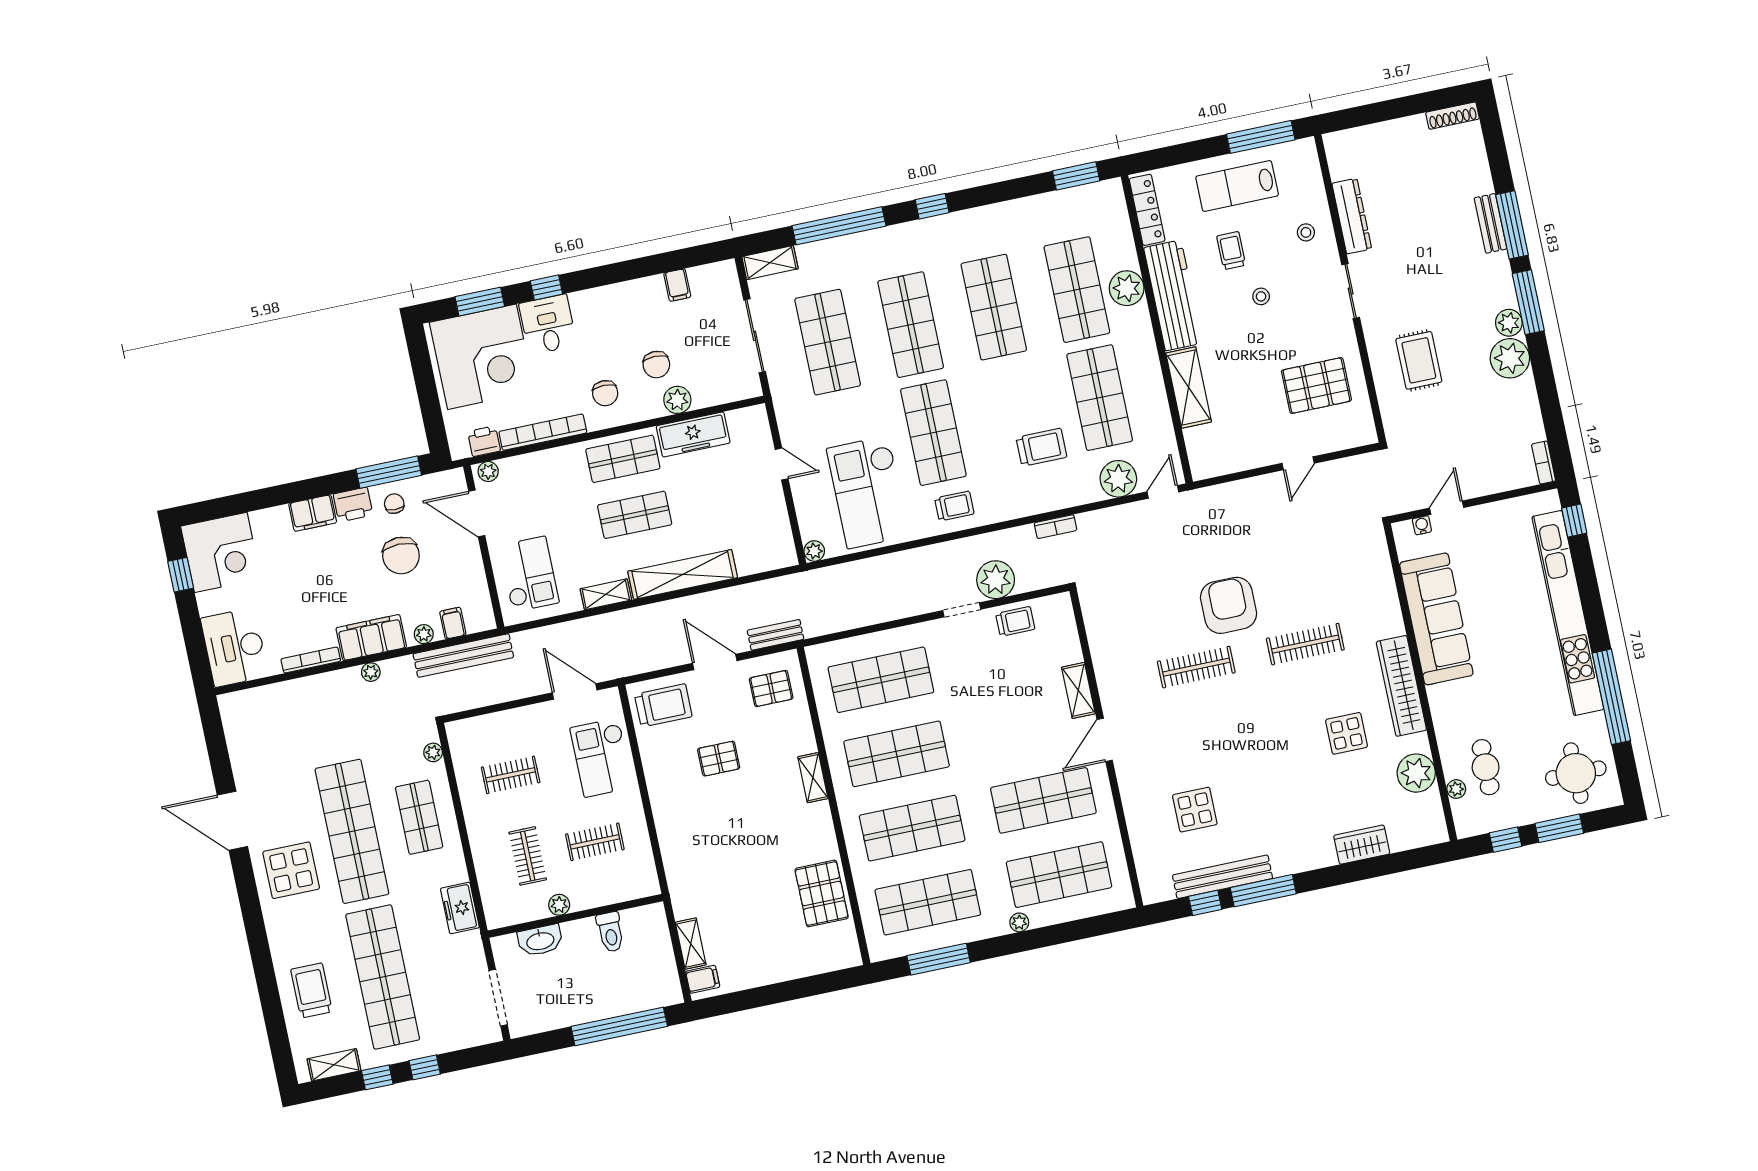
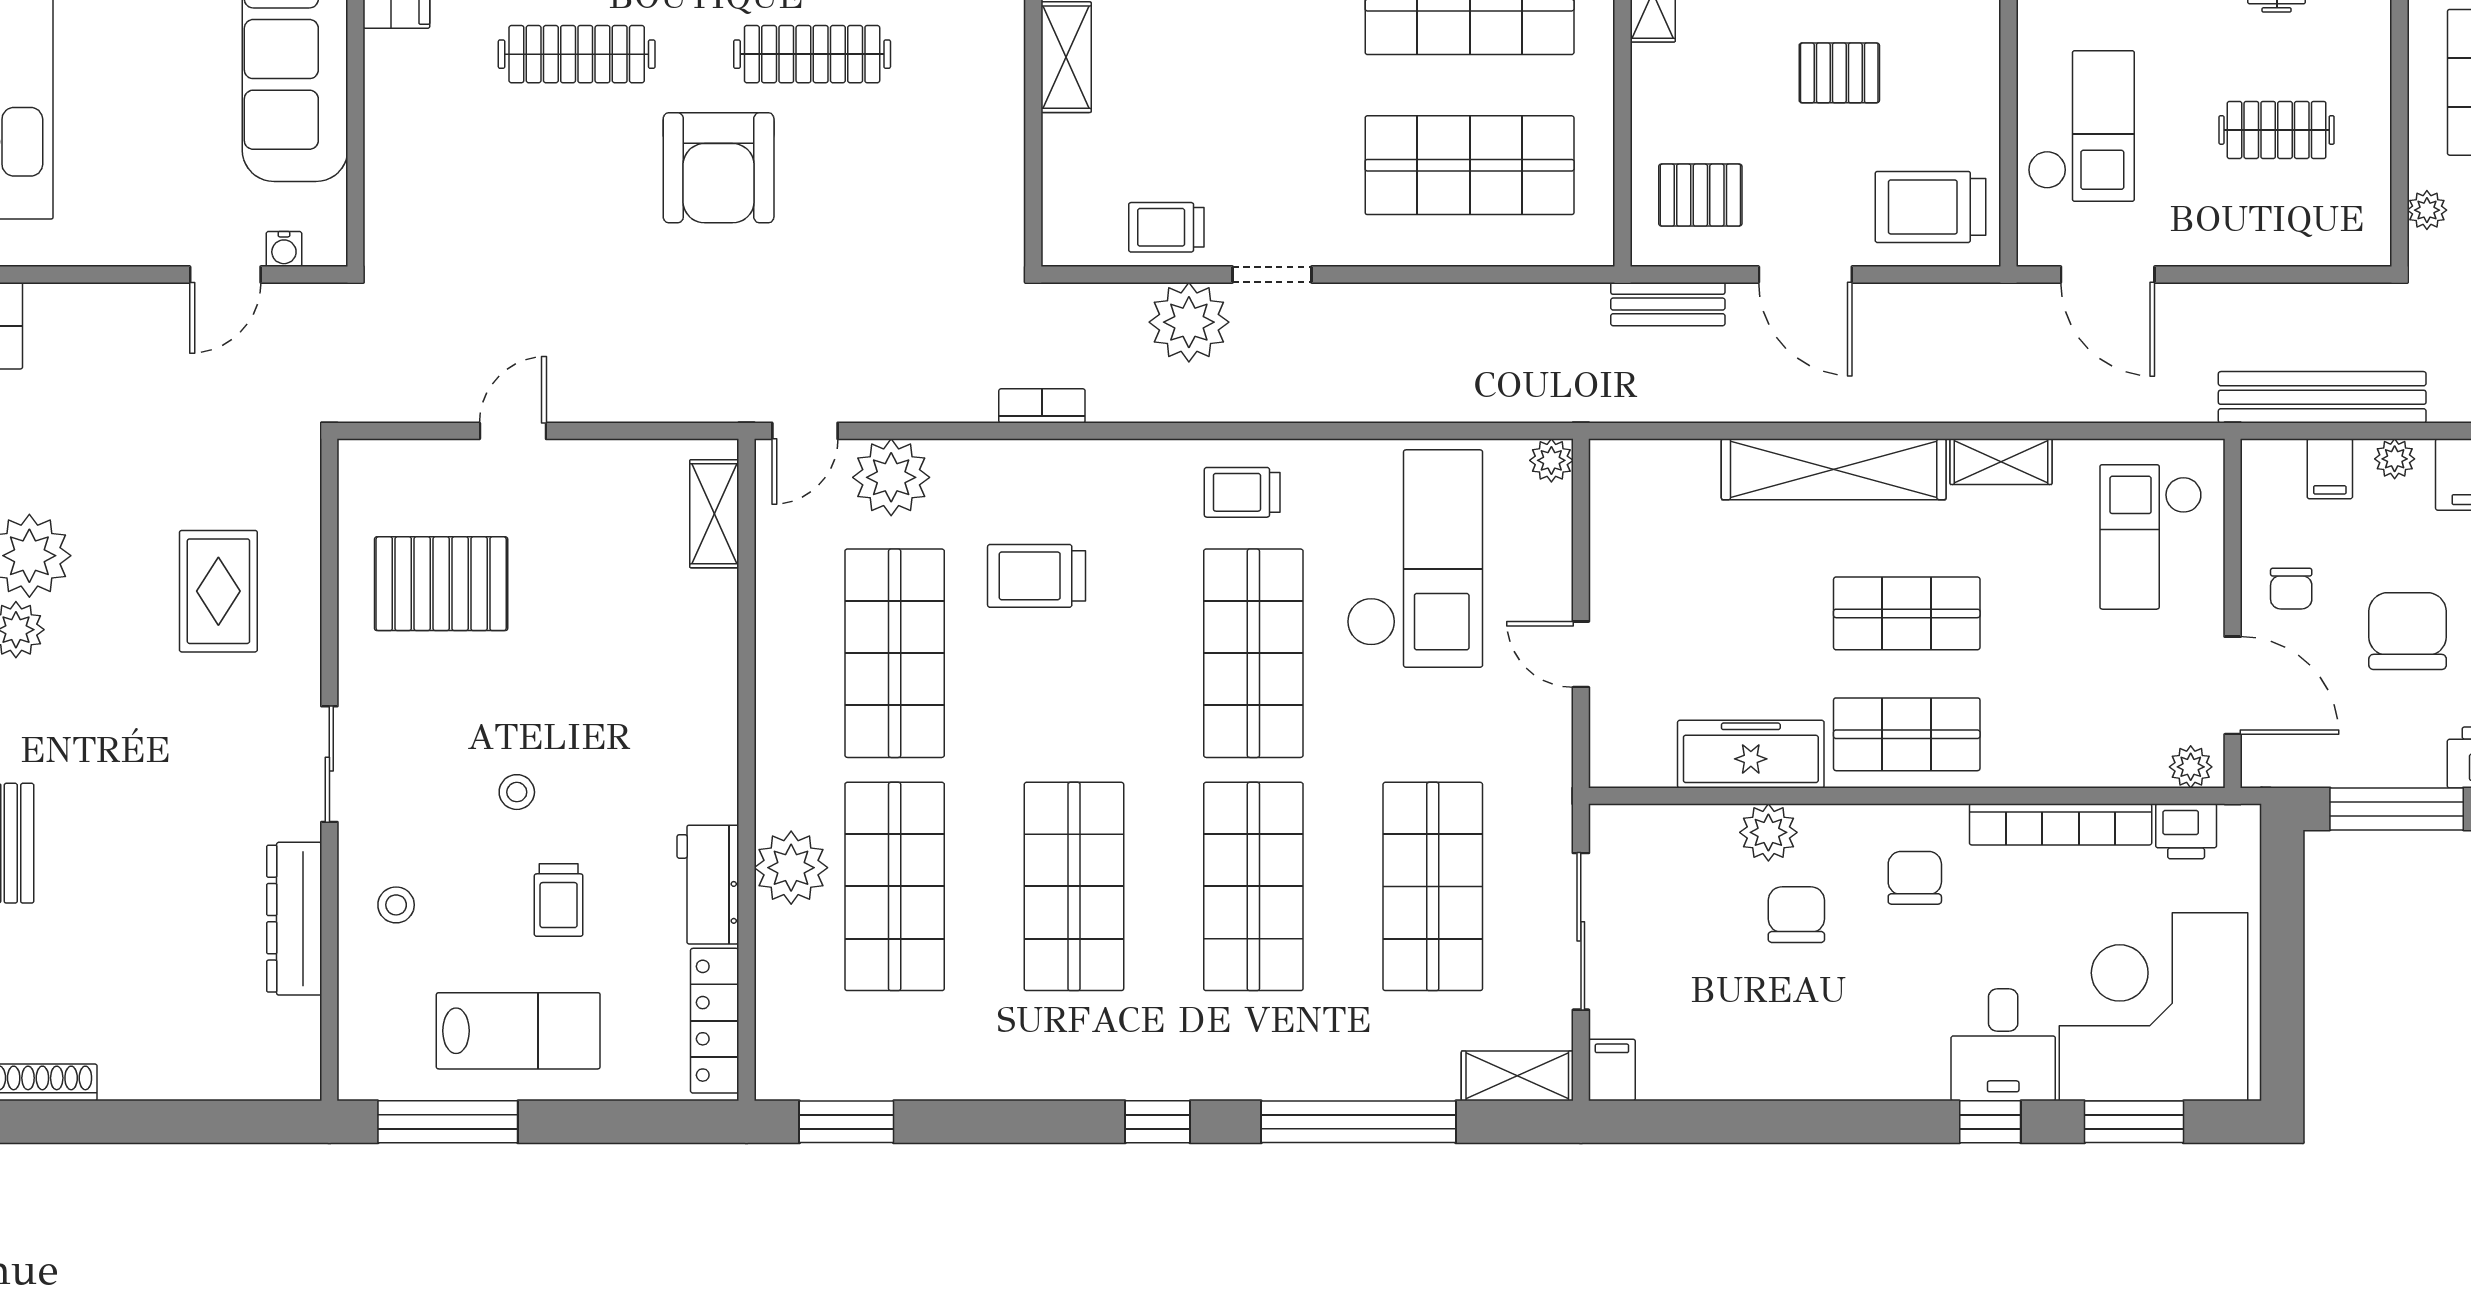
filing cabinet: (677, 285) -> (1612, 1070), moved
workbench: (1173, 295) -> (708, 885), width x0.53, depth x0.76
shelving: (1189, 387) -> (714, 514), moved, width x0.67, depth x0.75
chair: (394, 504) -> (2291, 589), moved

